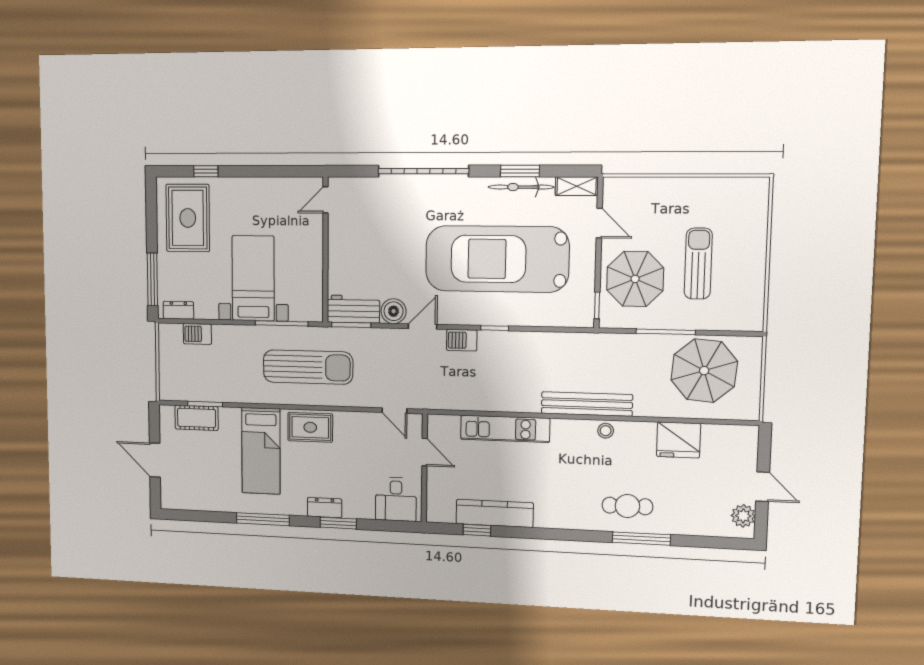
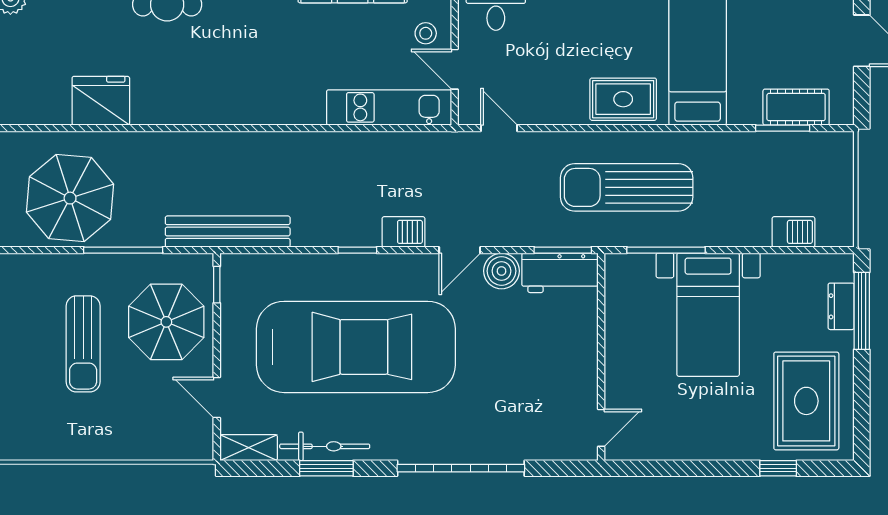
dresser: (178, 310) -> (841, 306), moved, turned 90
bench: (587, 404) -> (228, 232), moved
kitchen unit: (505, 429) -> (389, 107), moved
stool: (606, 431) -> (426, 33), moved

